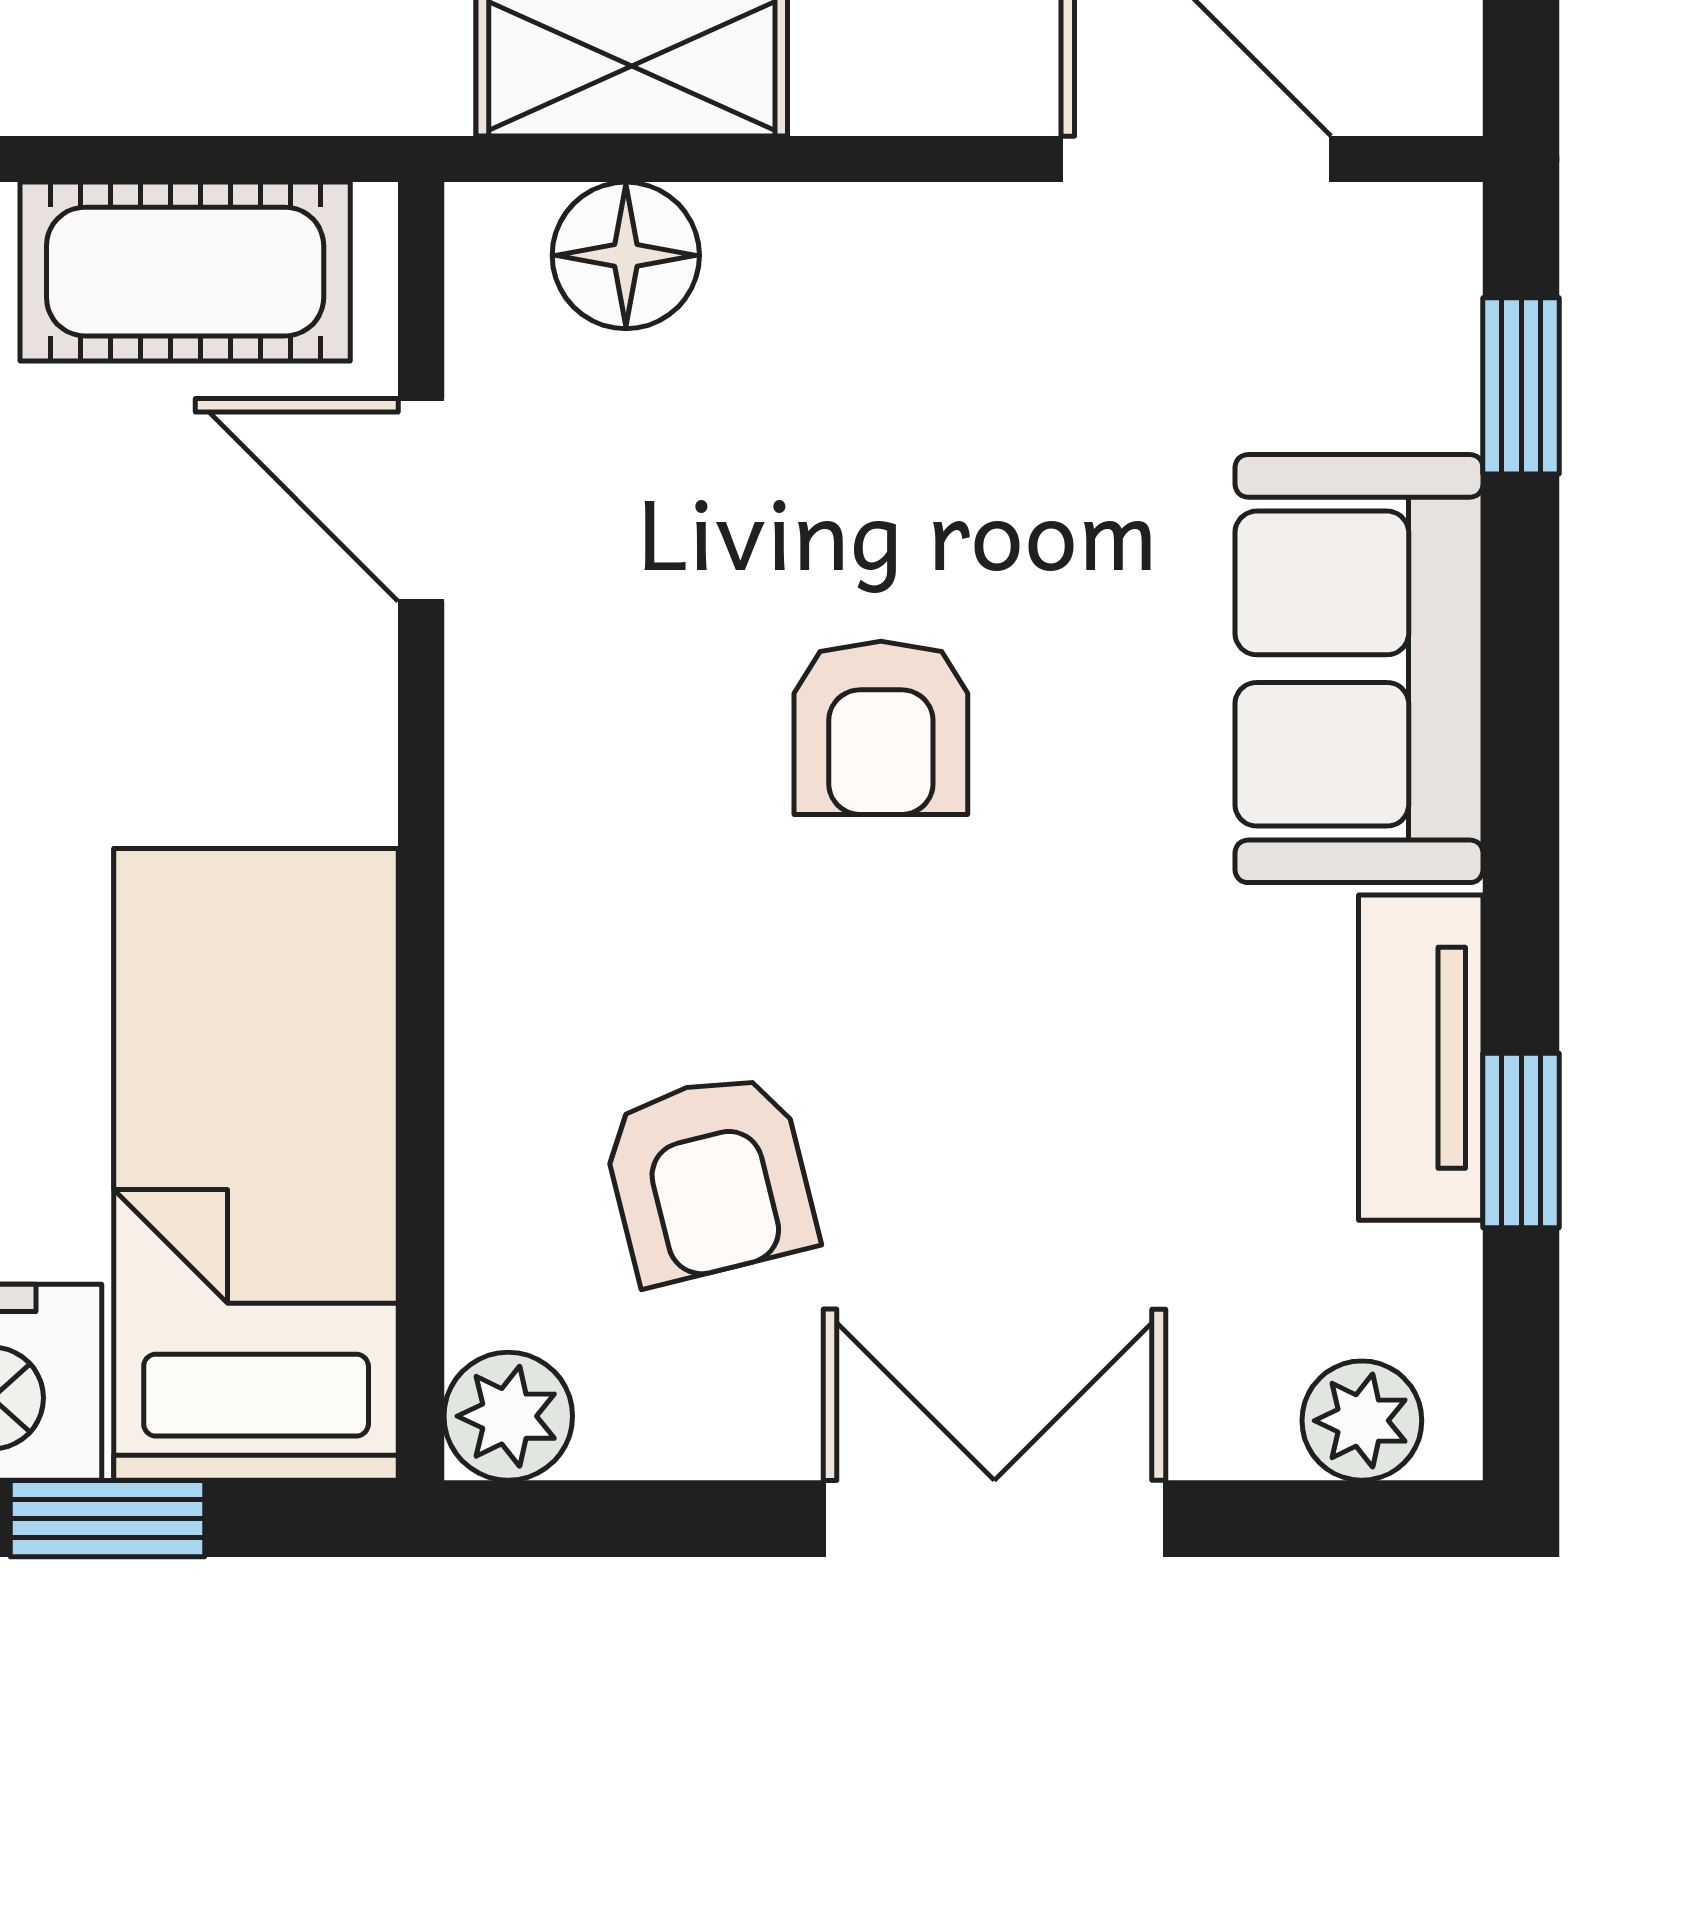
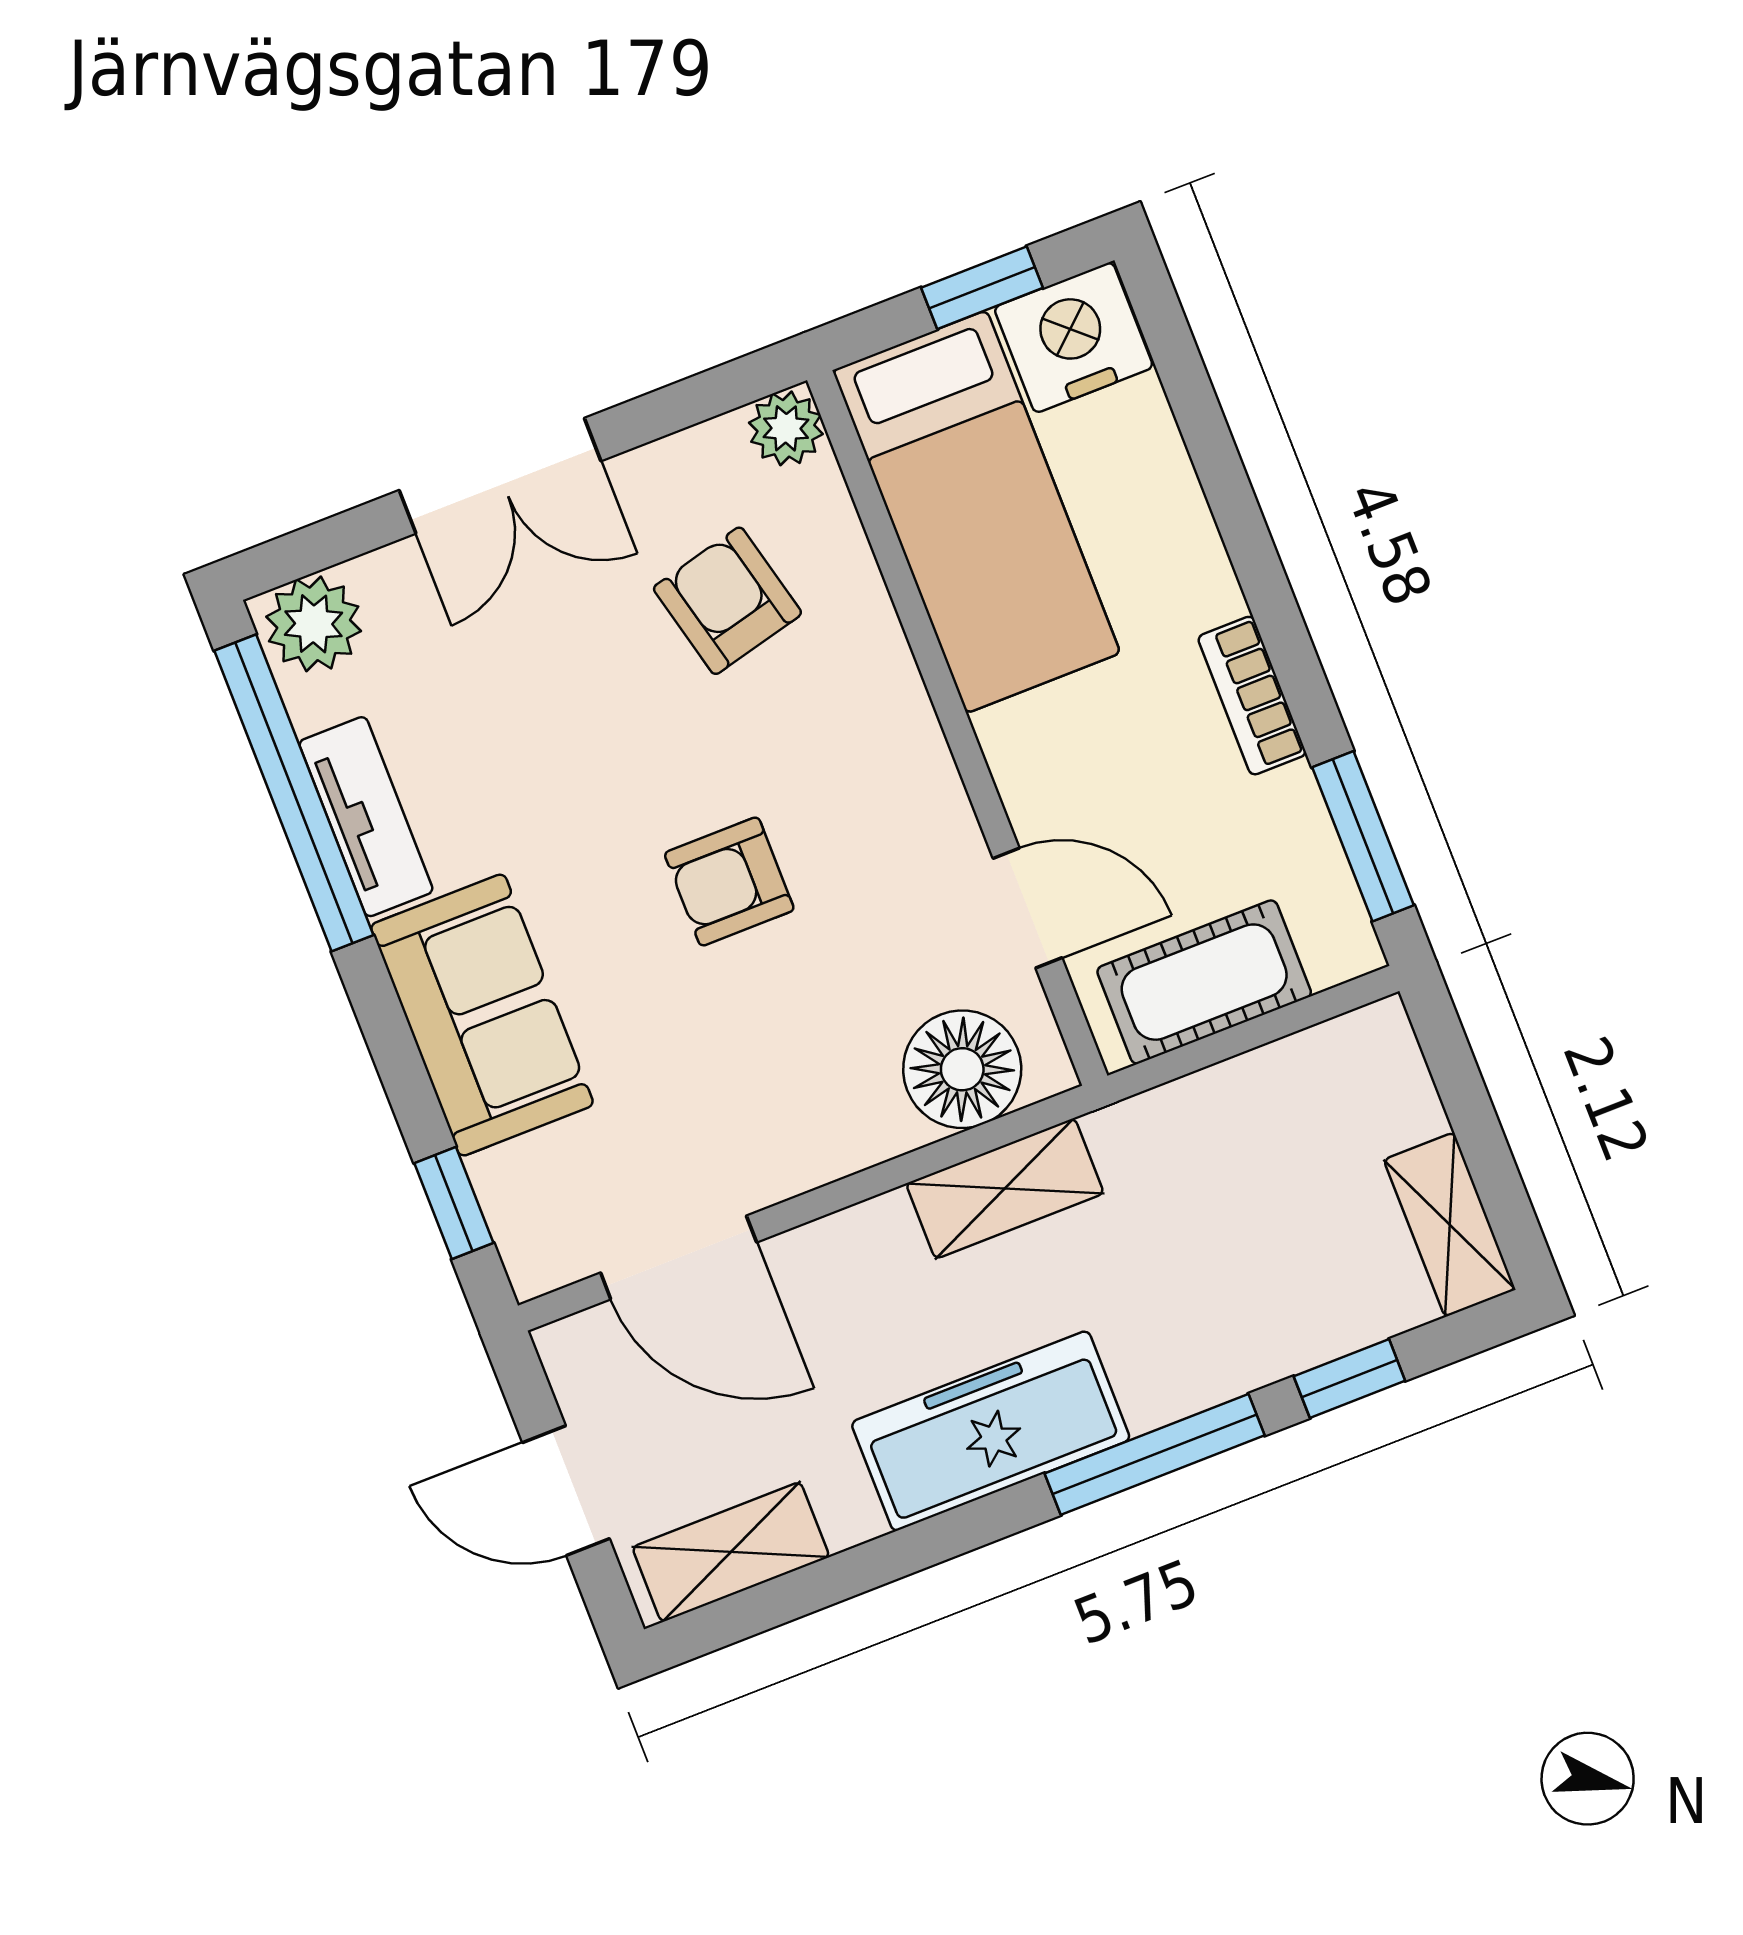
floor lamp: (626, 255) -> (962, 1069), width x1.38, depth x1.38
armchair: (881, 728) -> (729, 881), turned -90
window: (1521, 1141) -> (294, 793), width x3.17
plant: (1362, 1421) -> (314, 624), width x1.38, depth x1.38

